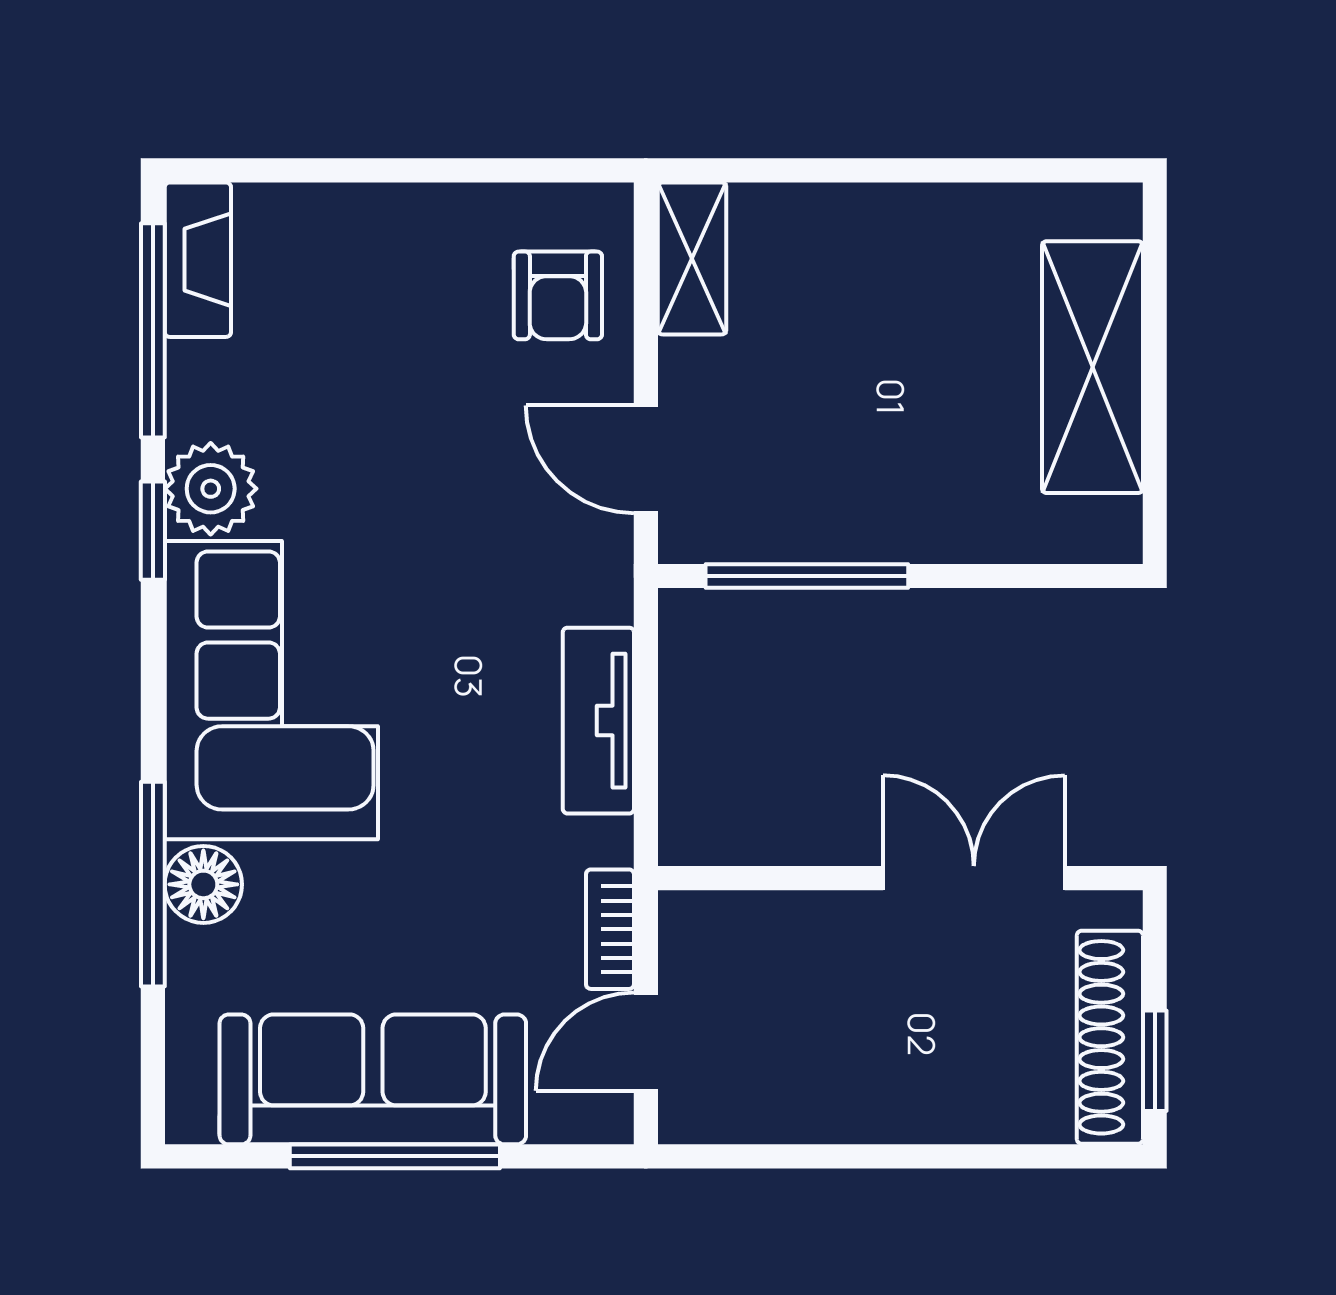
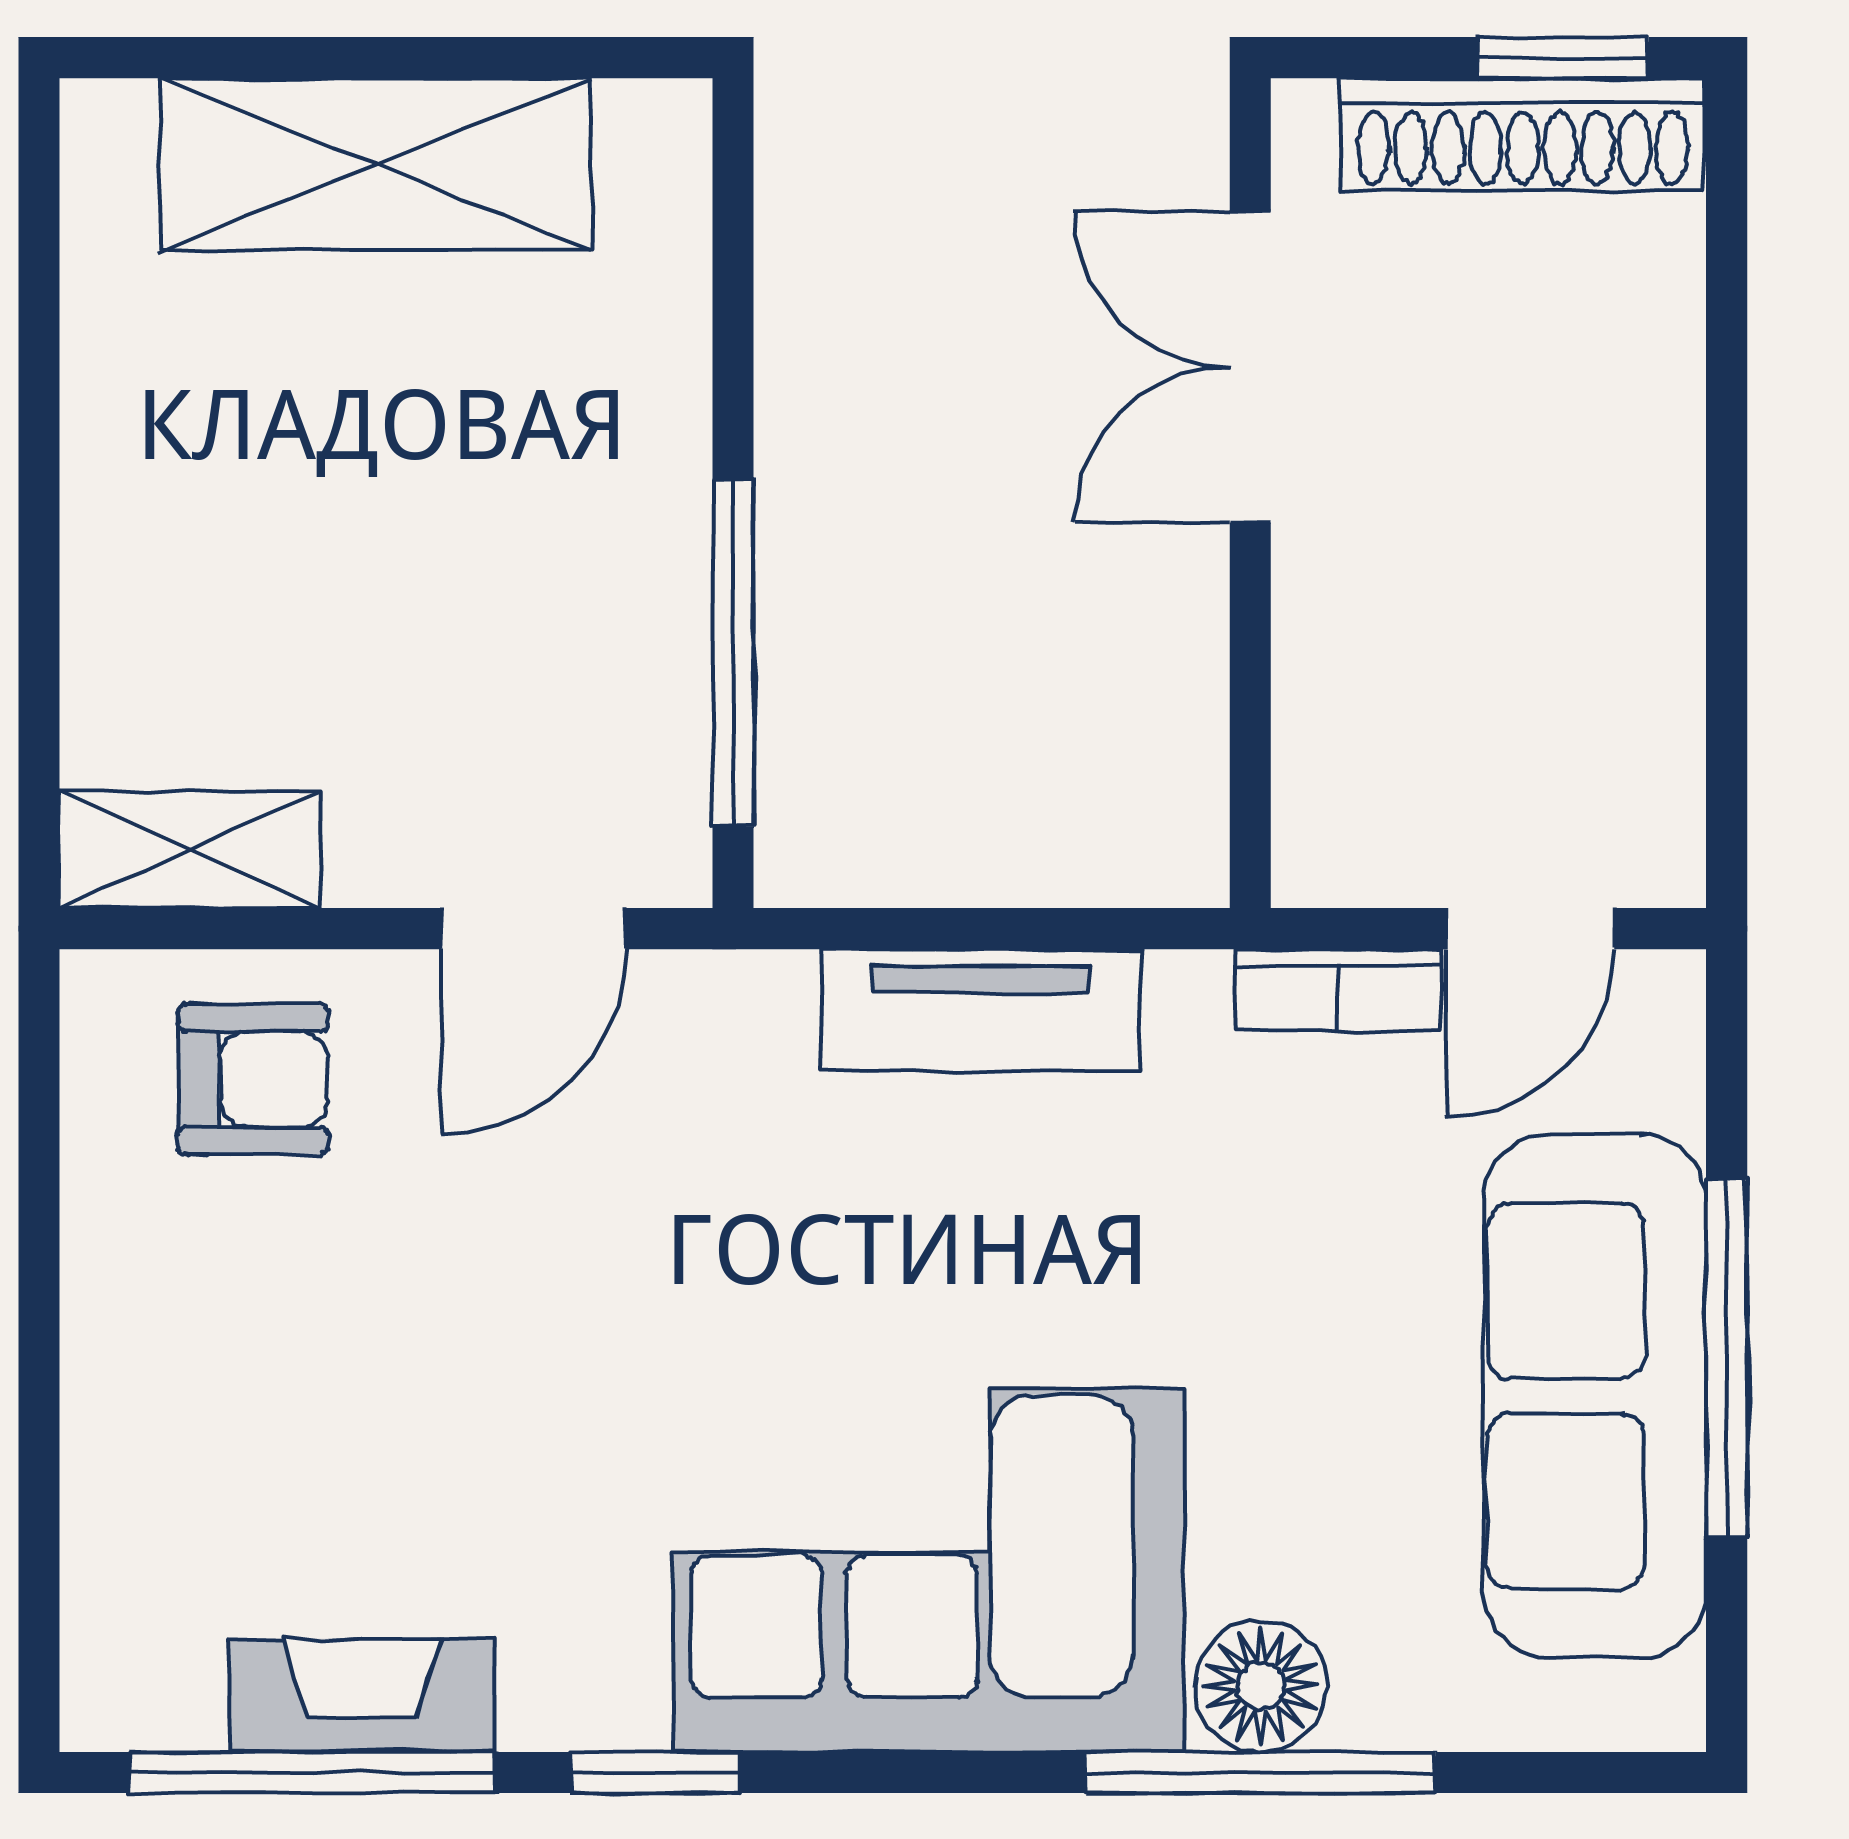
fireplace: (198, 260) -> (362, 1696), moved
plant: (211, 489) -> (584, 1673), removed
door: (646, 1042) -> (1530, 929), hinge flipped

